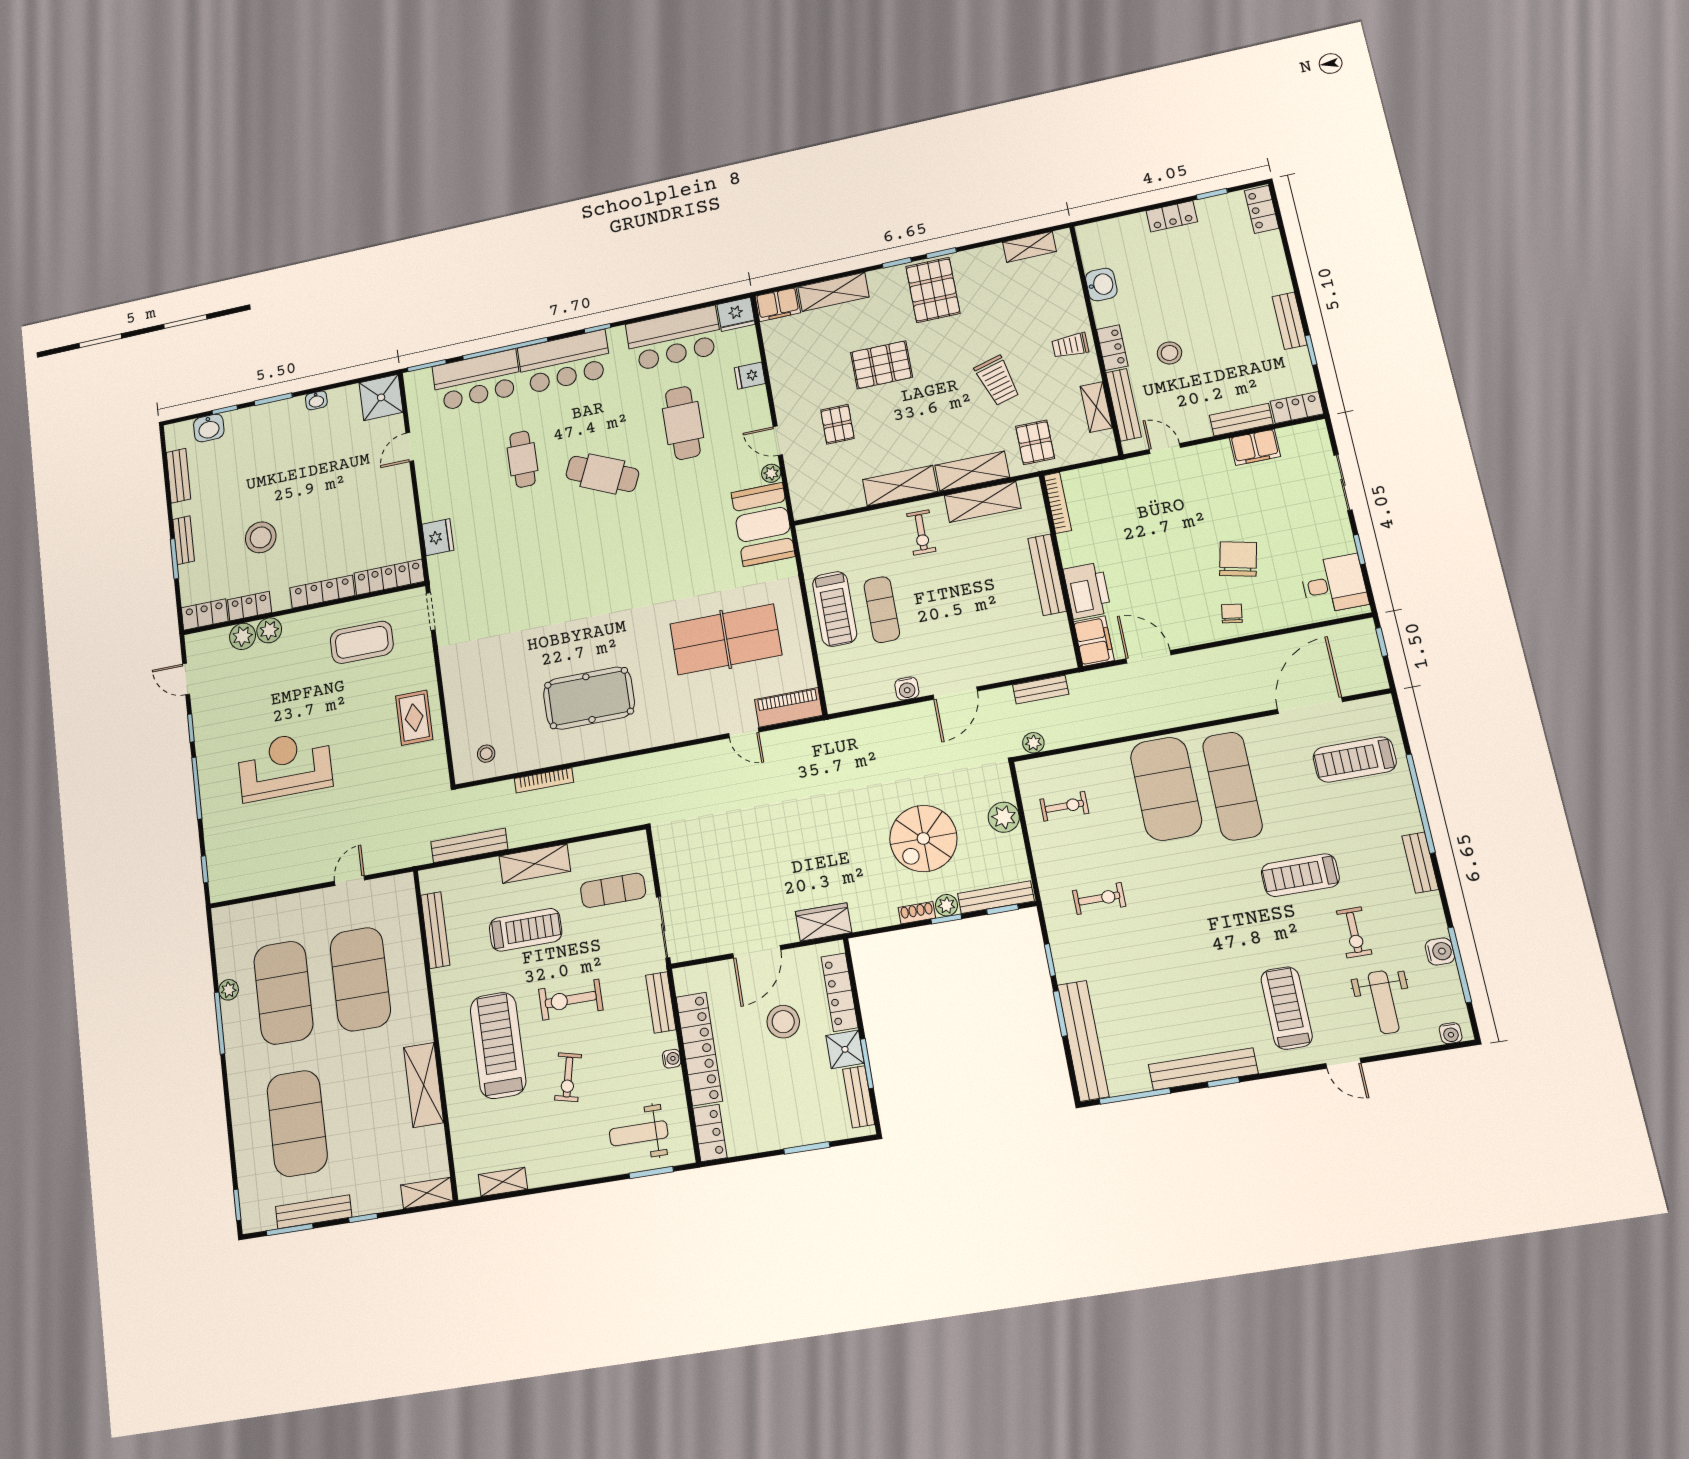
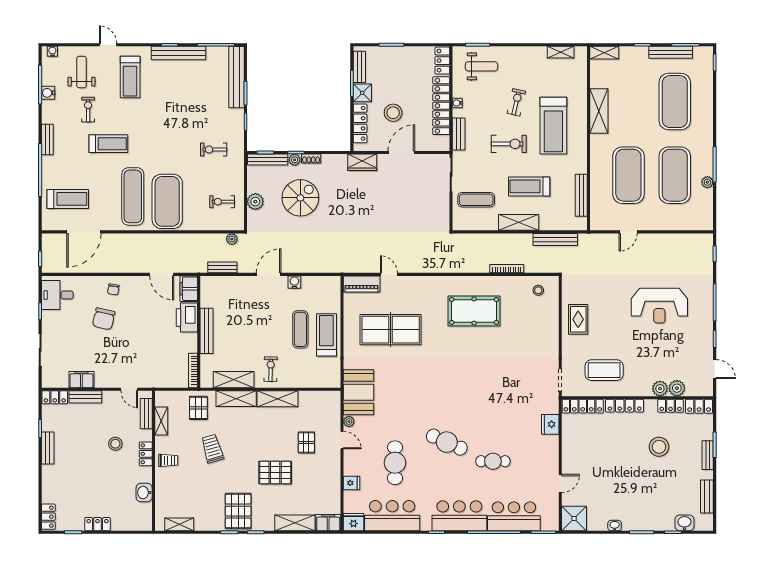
bench: (1124, 405) -> (146, 414), width x0.73
cafe table: (522, 459) -> (493, 461), turned 90

